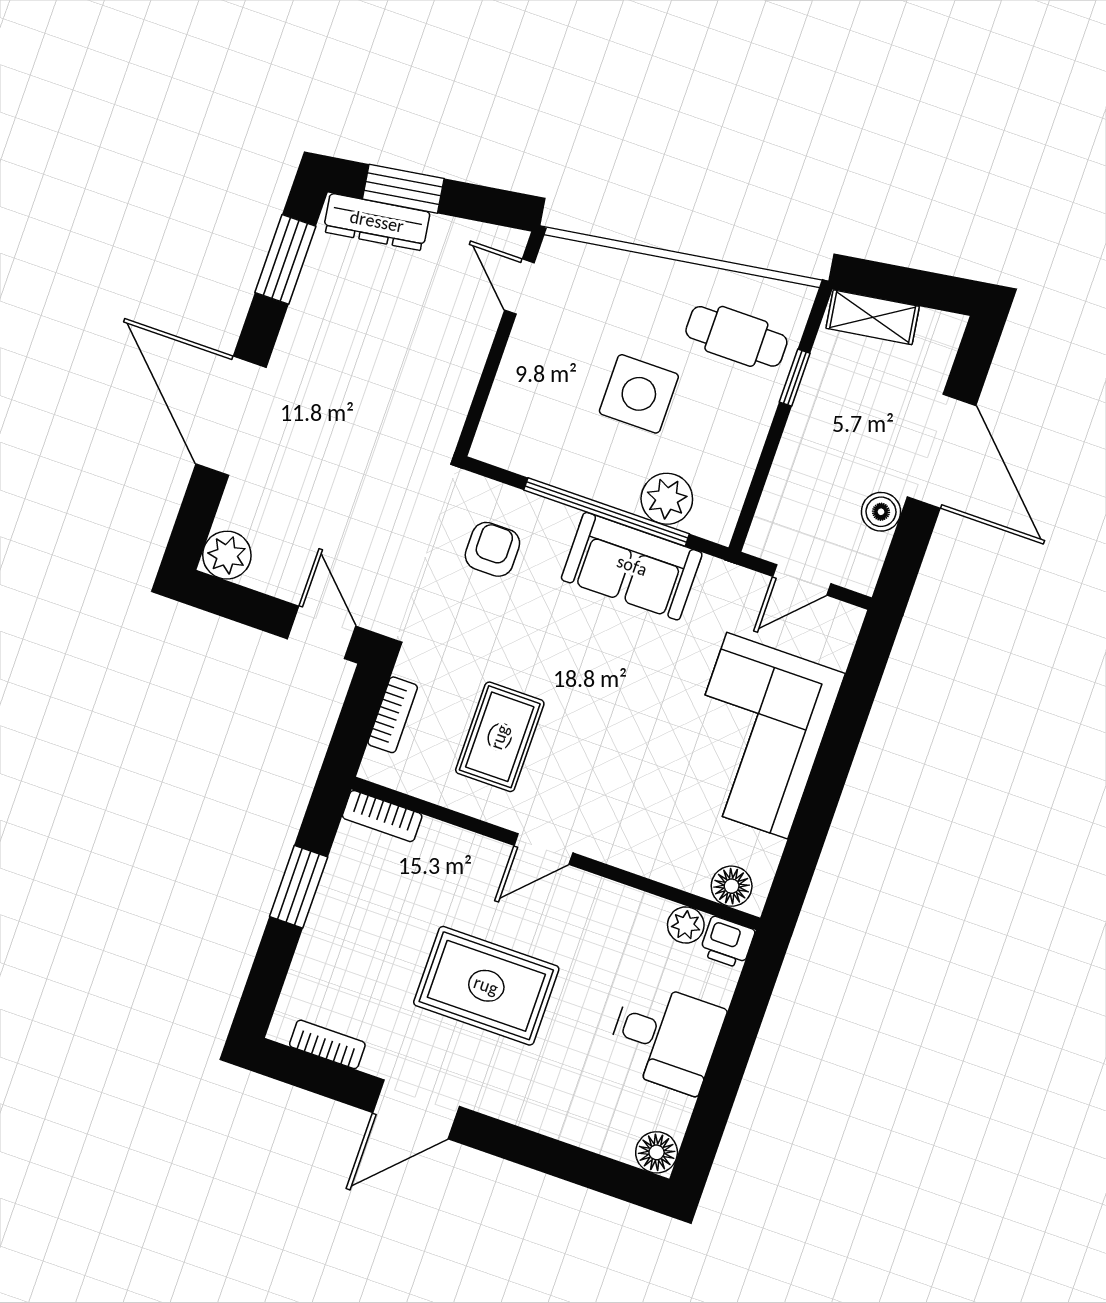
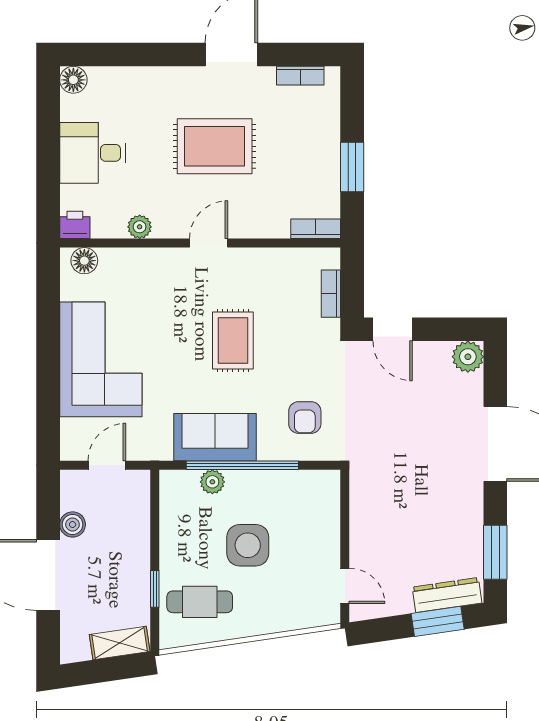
plant: (667, 499) -> (212, 482), width x0.73, depth x0.73
rug: (500, 737) -> (233, 341), moved
plant: (686, 925) -> (140, 227), moved

